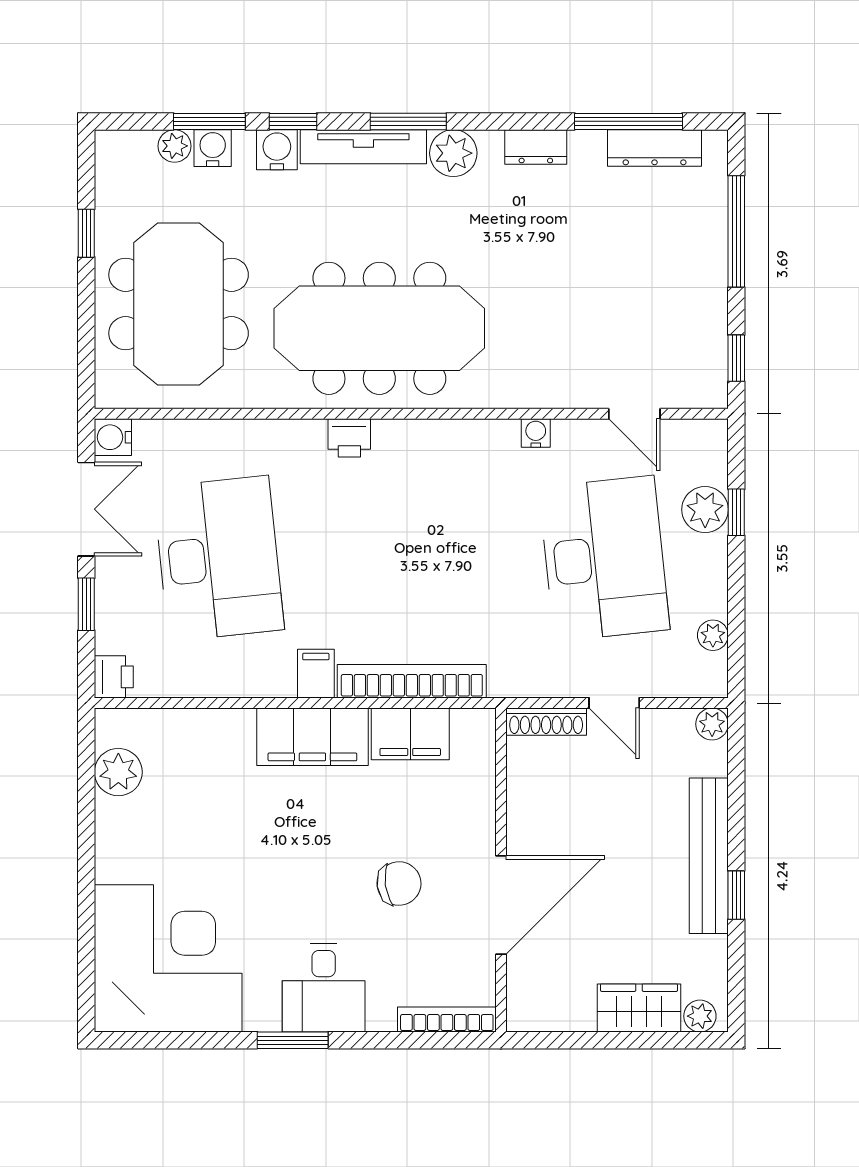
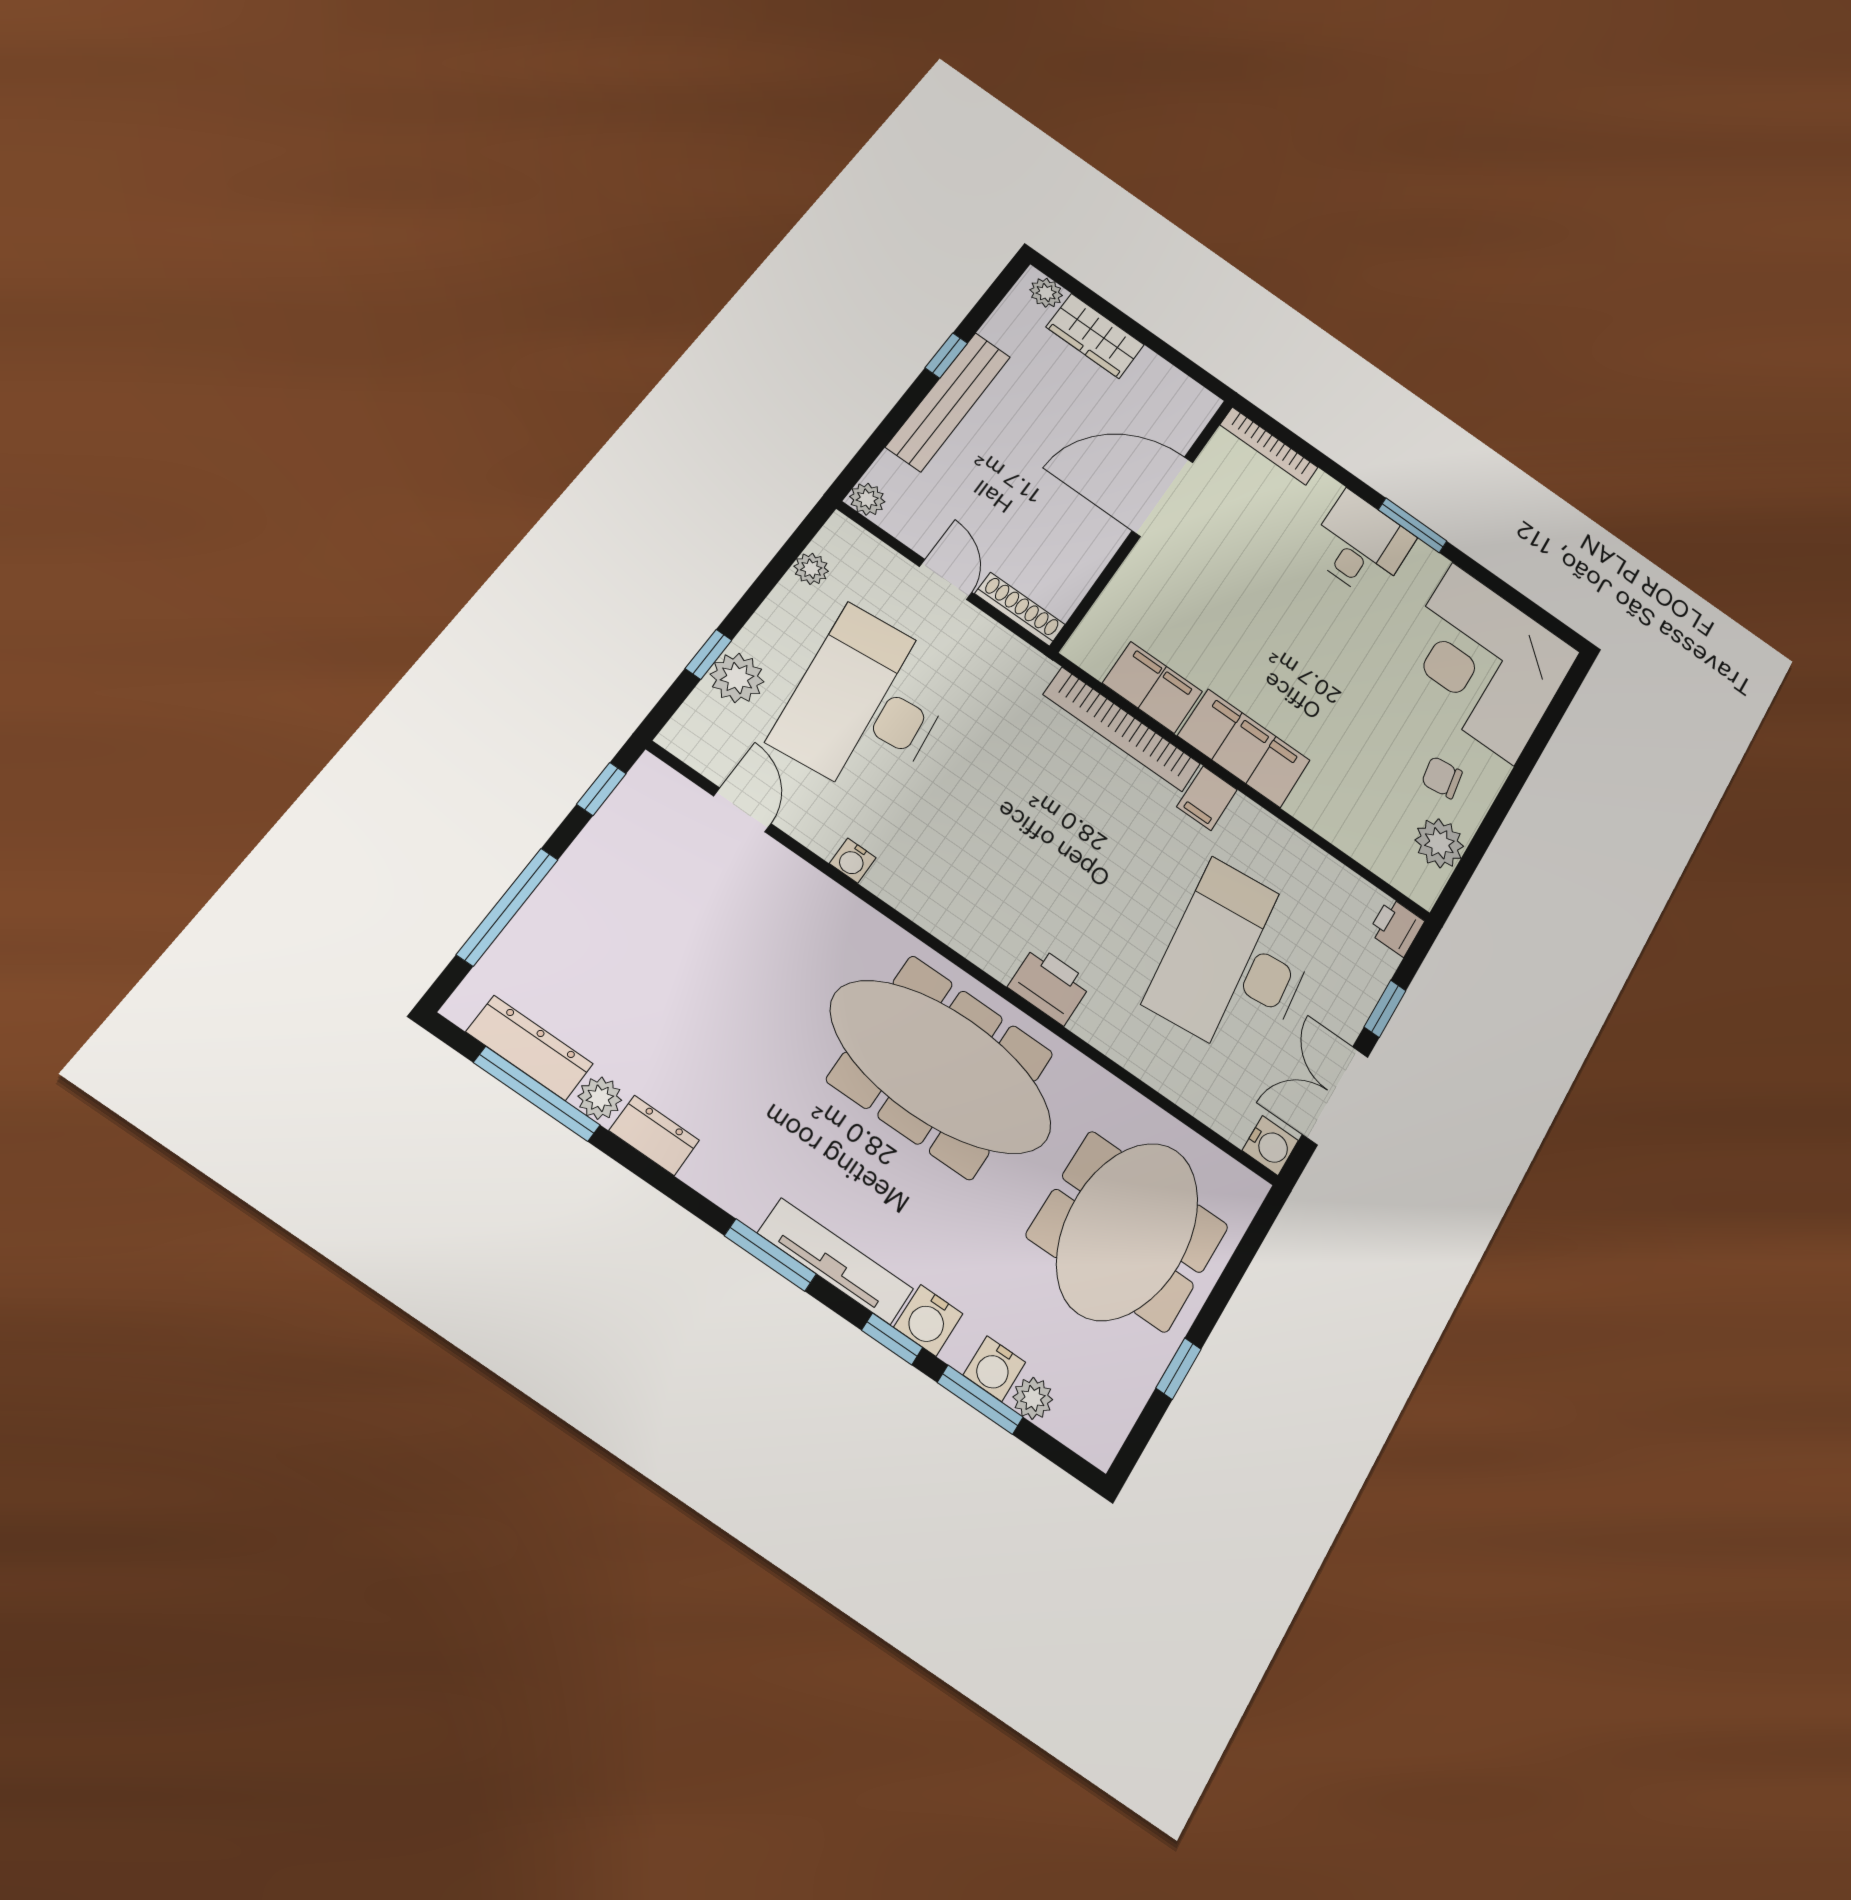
plant: (453, 153) -> (600, 1098), moved, width x0.73, depth x0.73
printer: (349, 438) -> (1050, 985), width x1.36, depth x1.24
chair: (399, 883) -> (1442, 777), moved, width x0.73, depth x0.73

